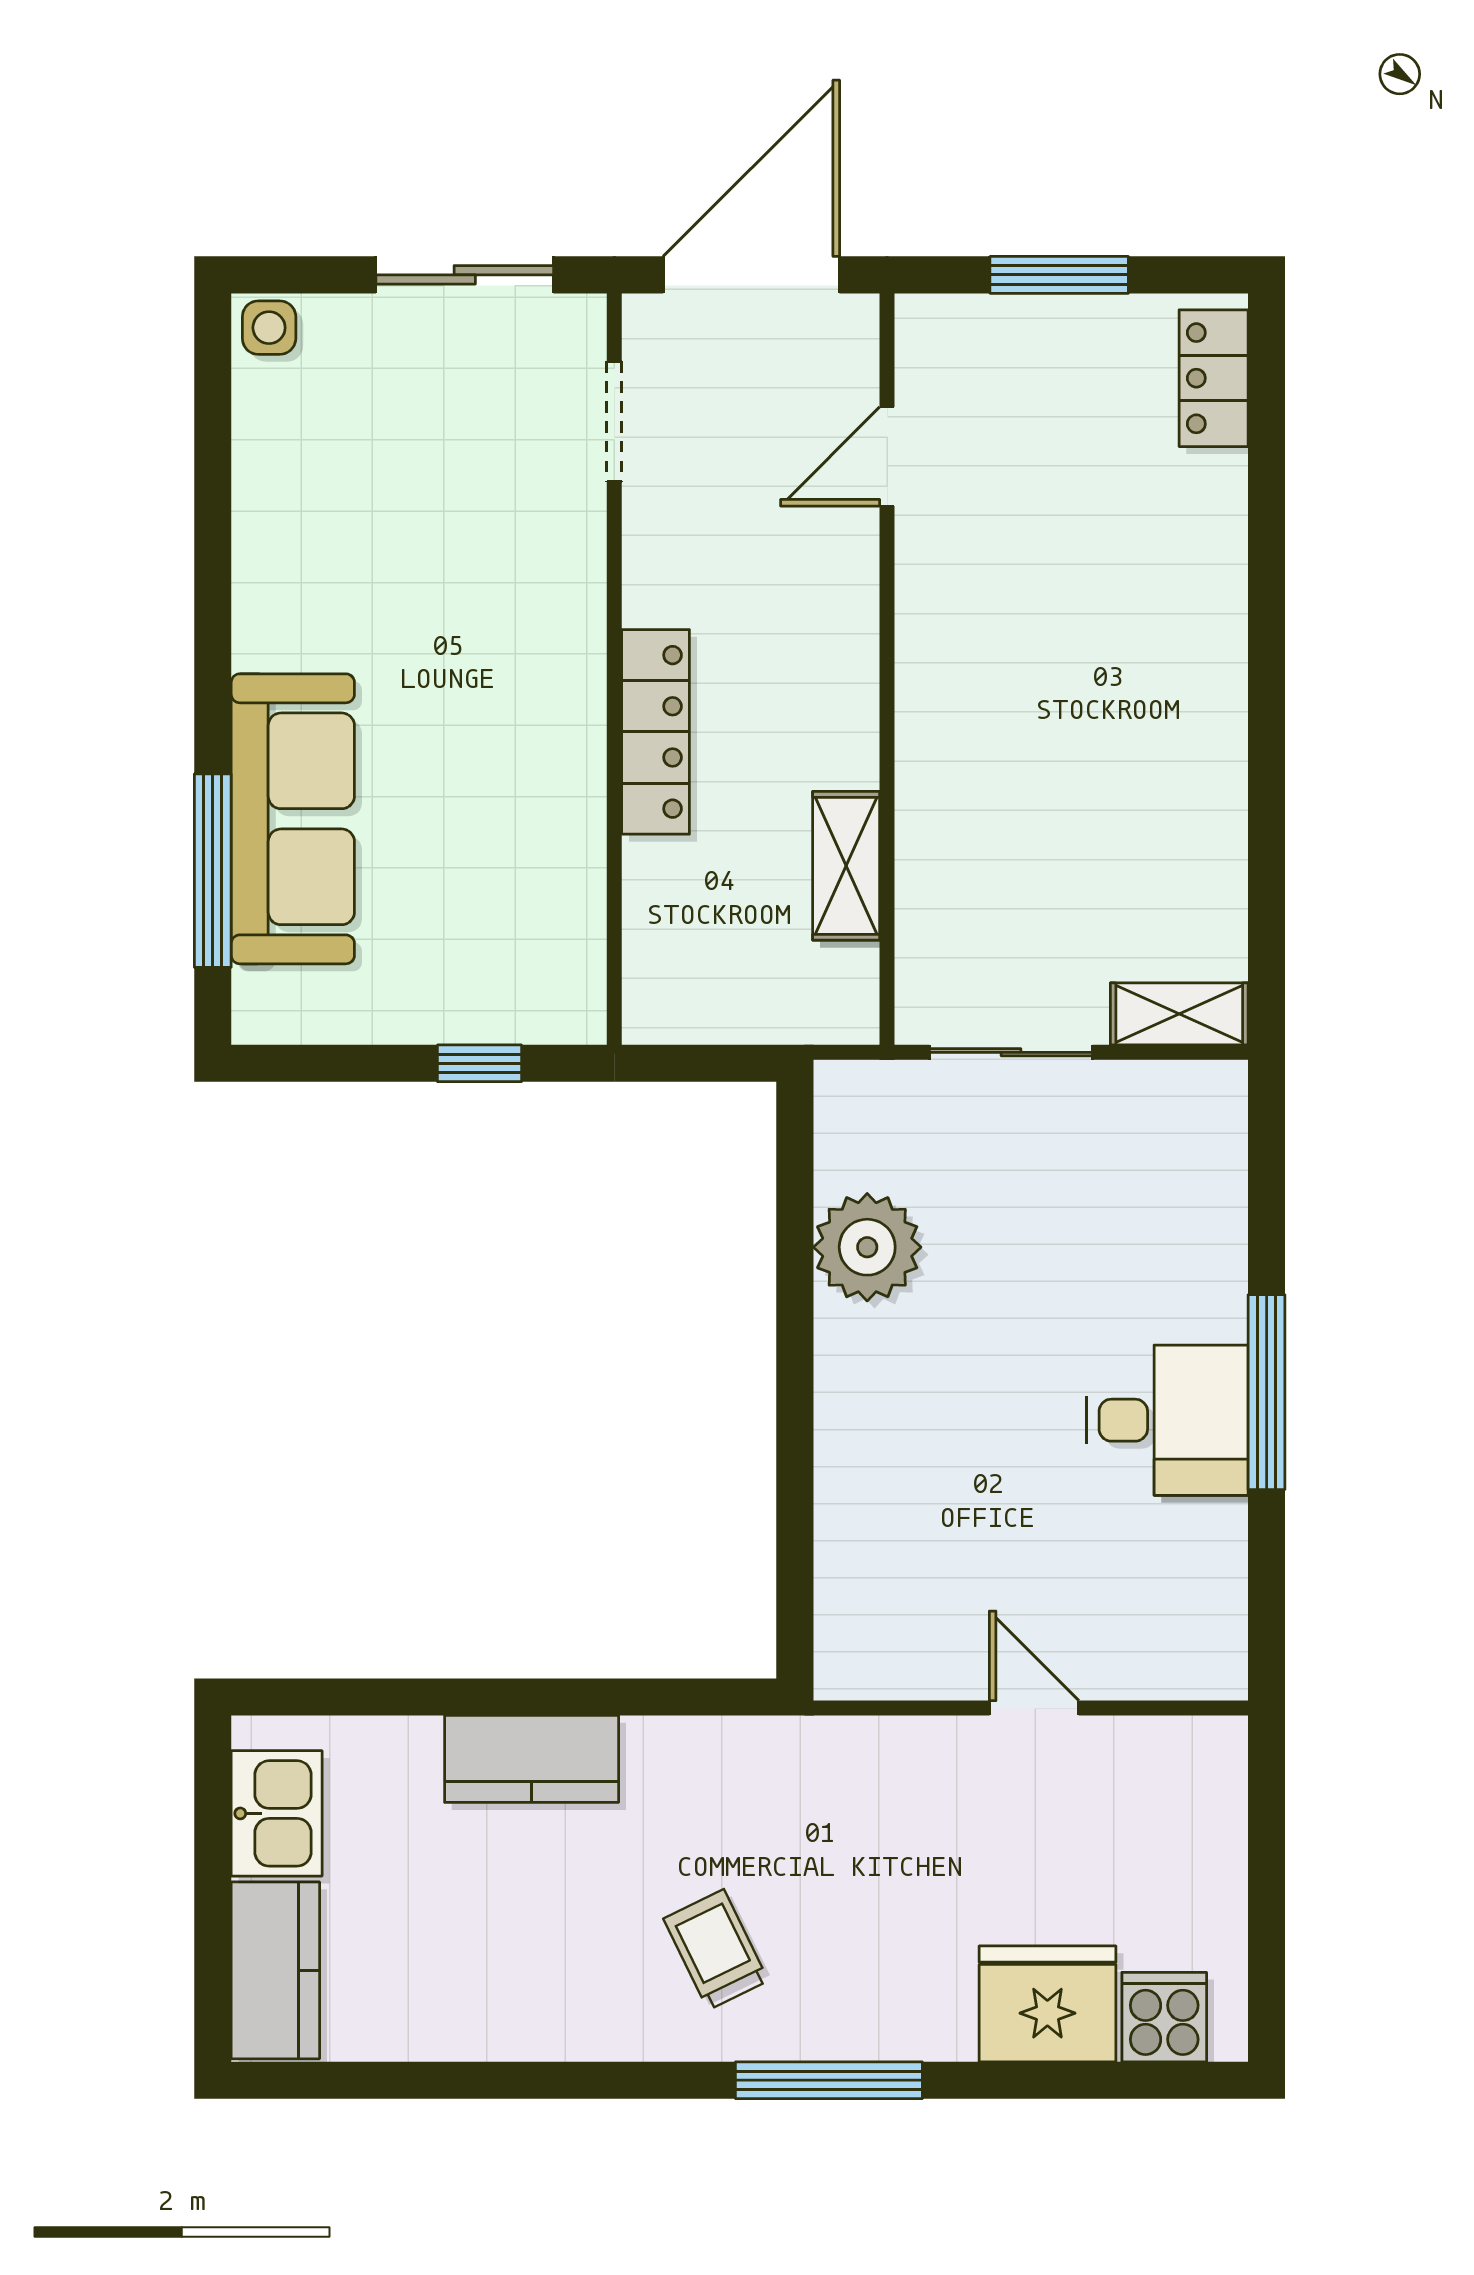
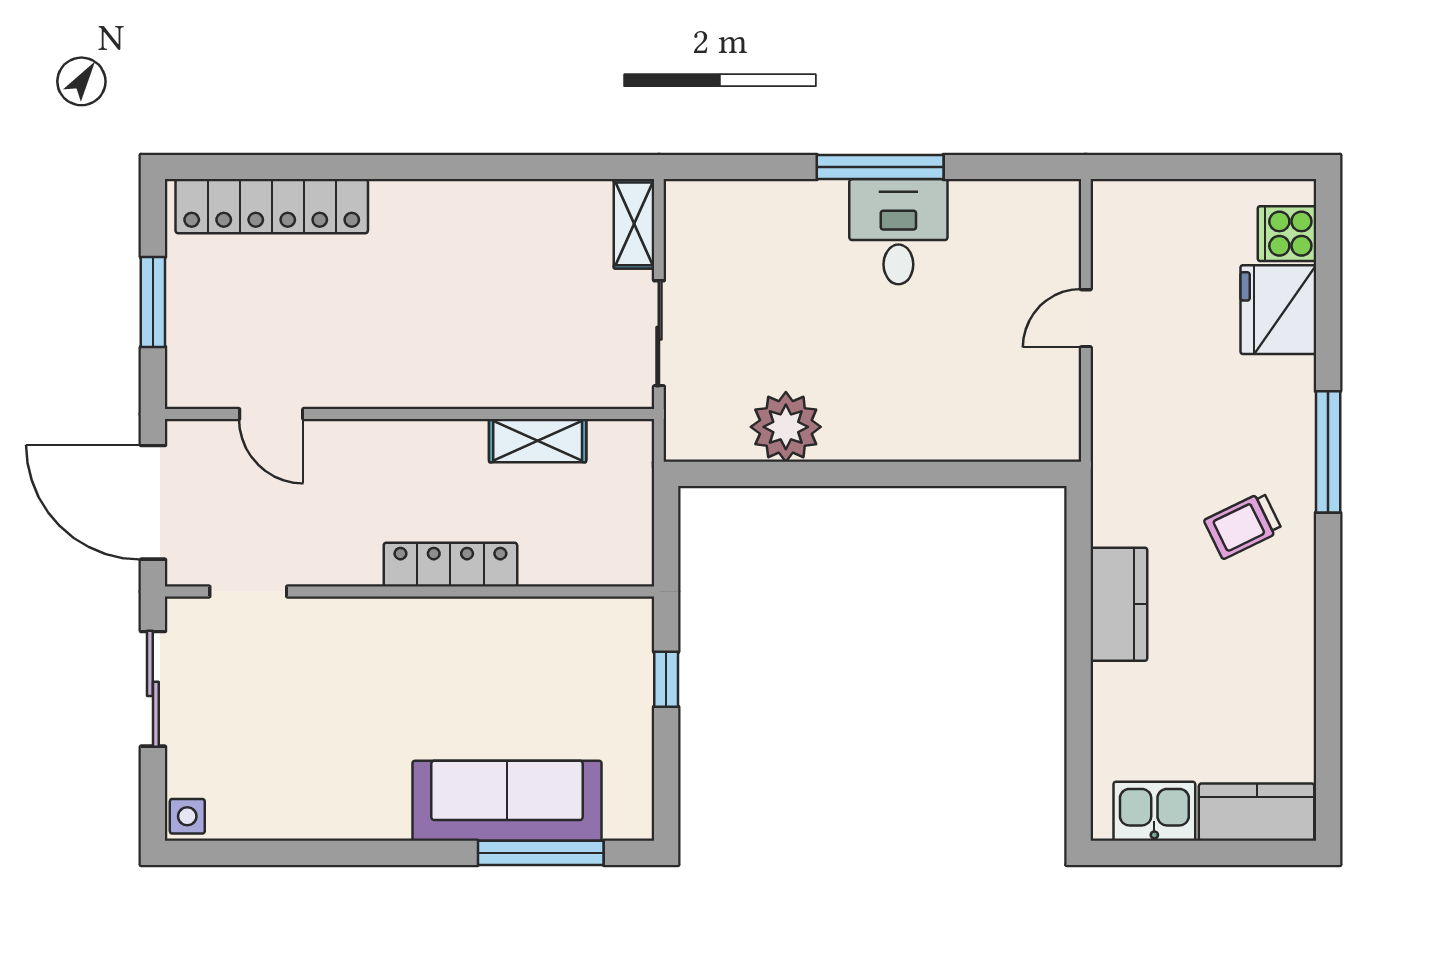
locker: (1214, 378) -> (272, 206), width x2.16, depth x1.21
kitchen counter: (532, 1759) -> (1119, 604), moved

